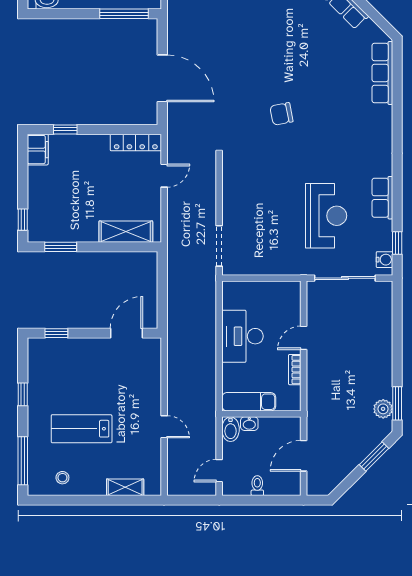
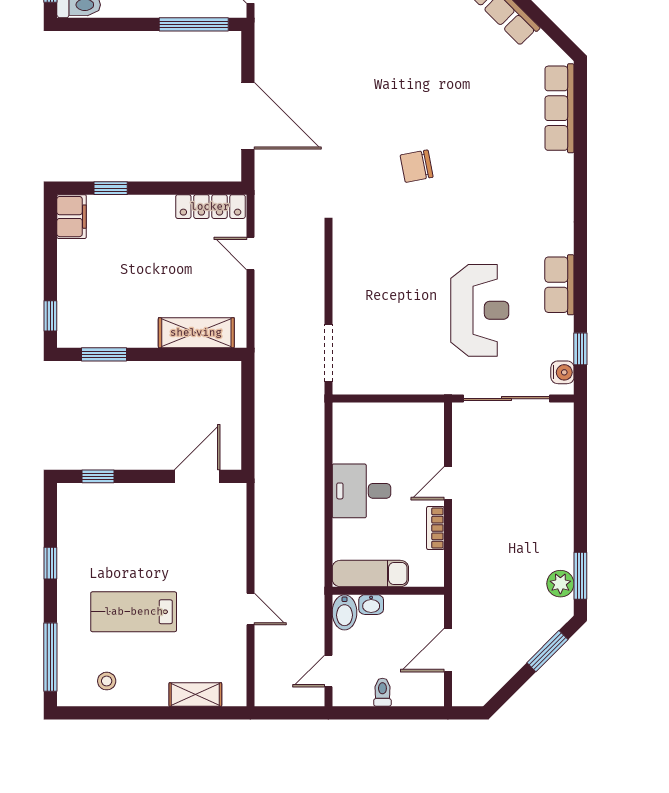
door: (164, 176) -> (250, 254), swing flipped
desk: (242, 336) -> (361, 491), width x0.73

